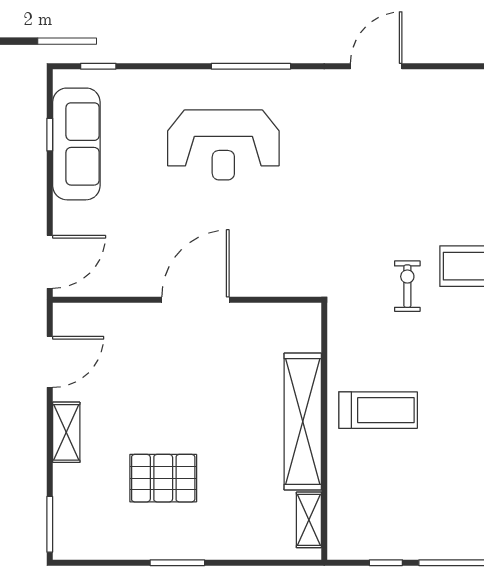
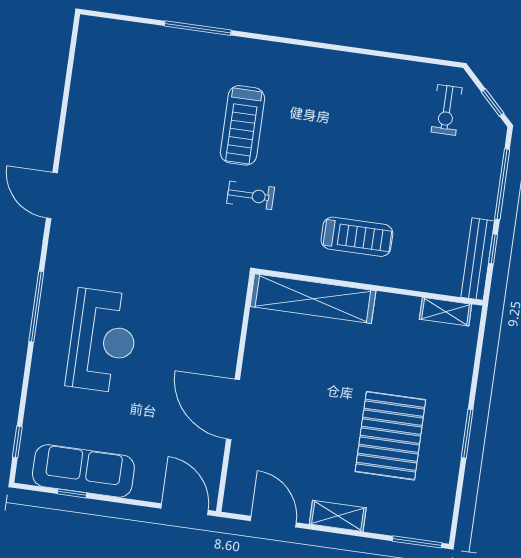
exercise bike: (407, 286) -> (251, 195), turned 180
door: (195, 300) -> (233, 409), moved
treadmill: (378, 410) -> (357, 237), turned 90
shelving: (303, 421) -> (313, 299), moved
pallet: (163, 478) -> (390, 436), width x1.37, depth x1.41
bench: (372, 547) -> (478, 259), added

